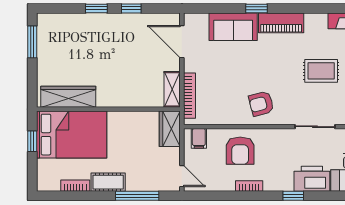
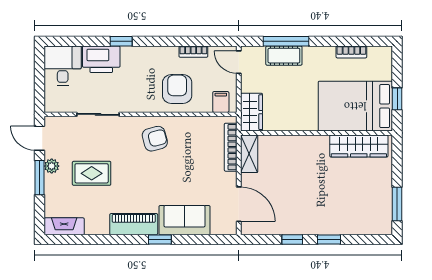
cot: (108, 182) -> (284, 56), moved
bookcase: (249, 186) -> (193, 52), moved

